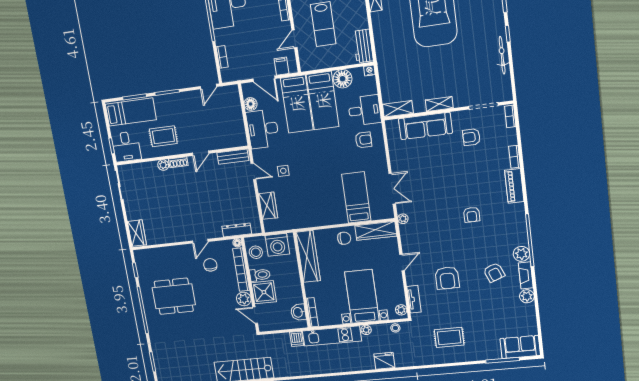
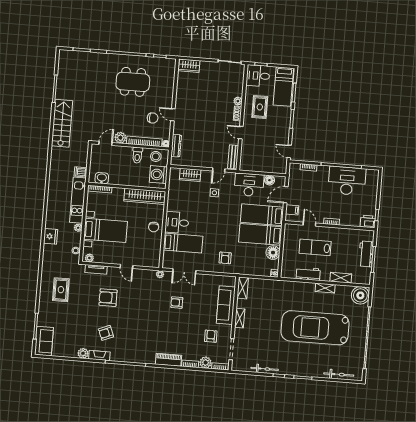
workbench: (363, 46) -> (308, 274), moved
desk: (365, 110) -> (177, 223), moved, turned 90
armchair: (472, 215) -> (177, 303), moved
wardrobe: (376, 231) -> (155, 252), removed
plant: (521, 254) -> (206, 363), moved
shower: (264, 292) -> (123, 155), removed
dining table: (174, 296) -> (133, 82), turned 90

